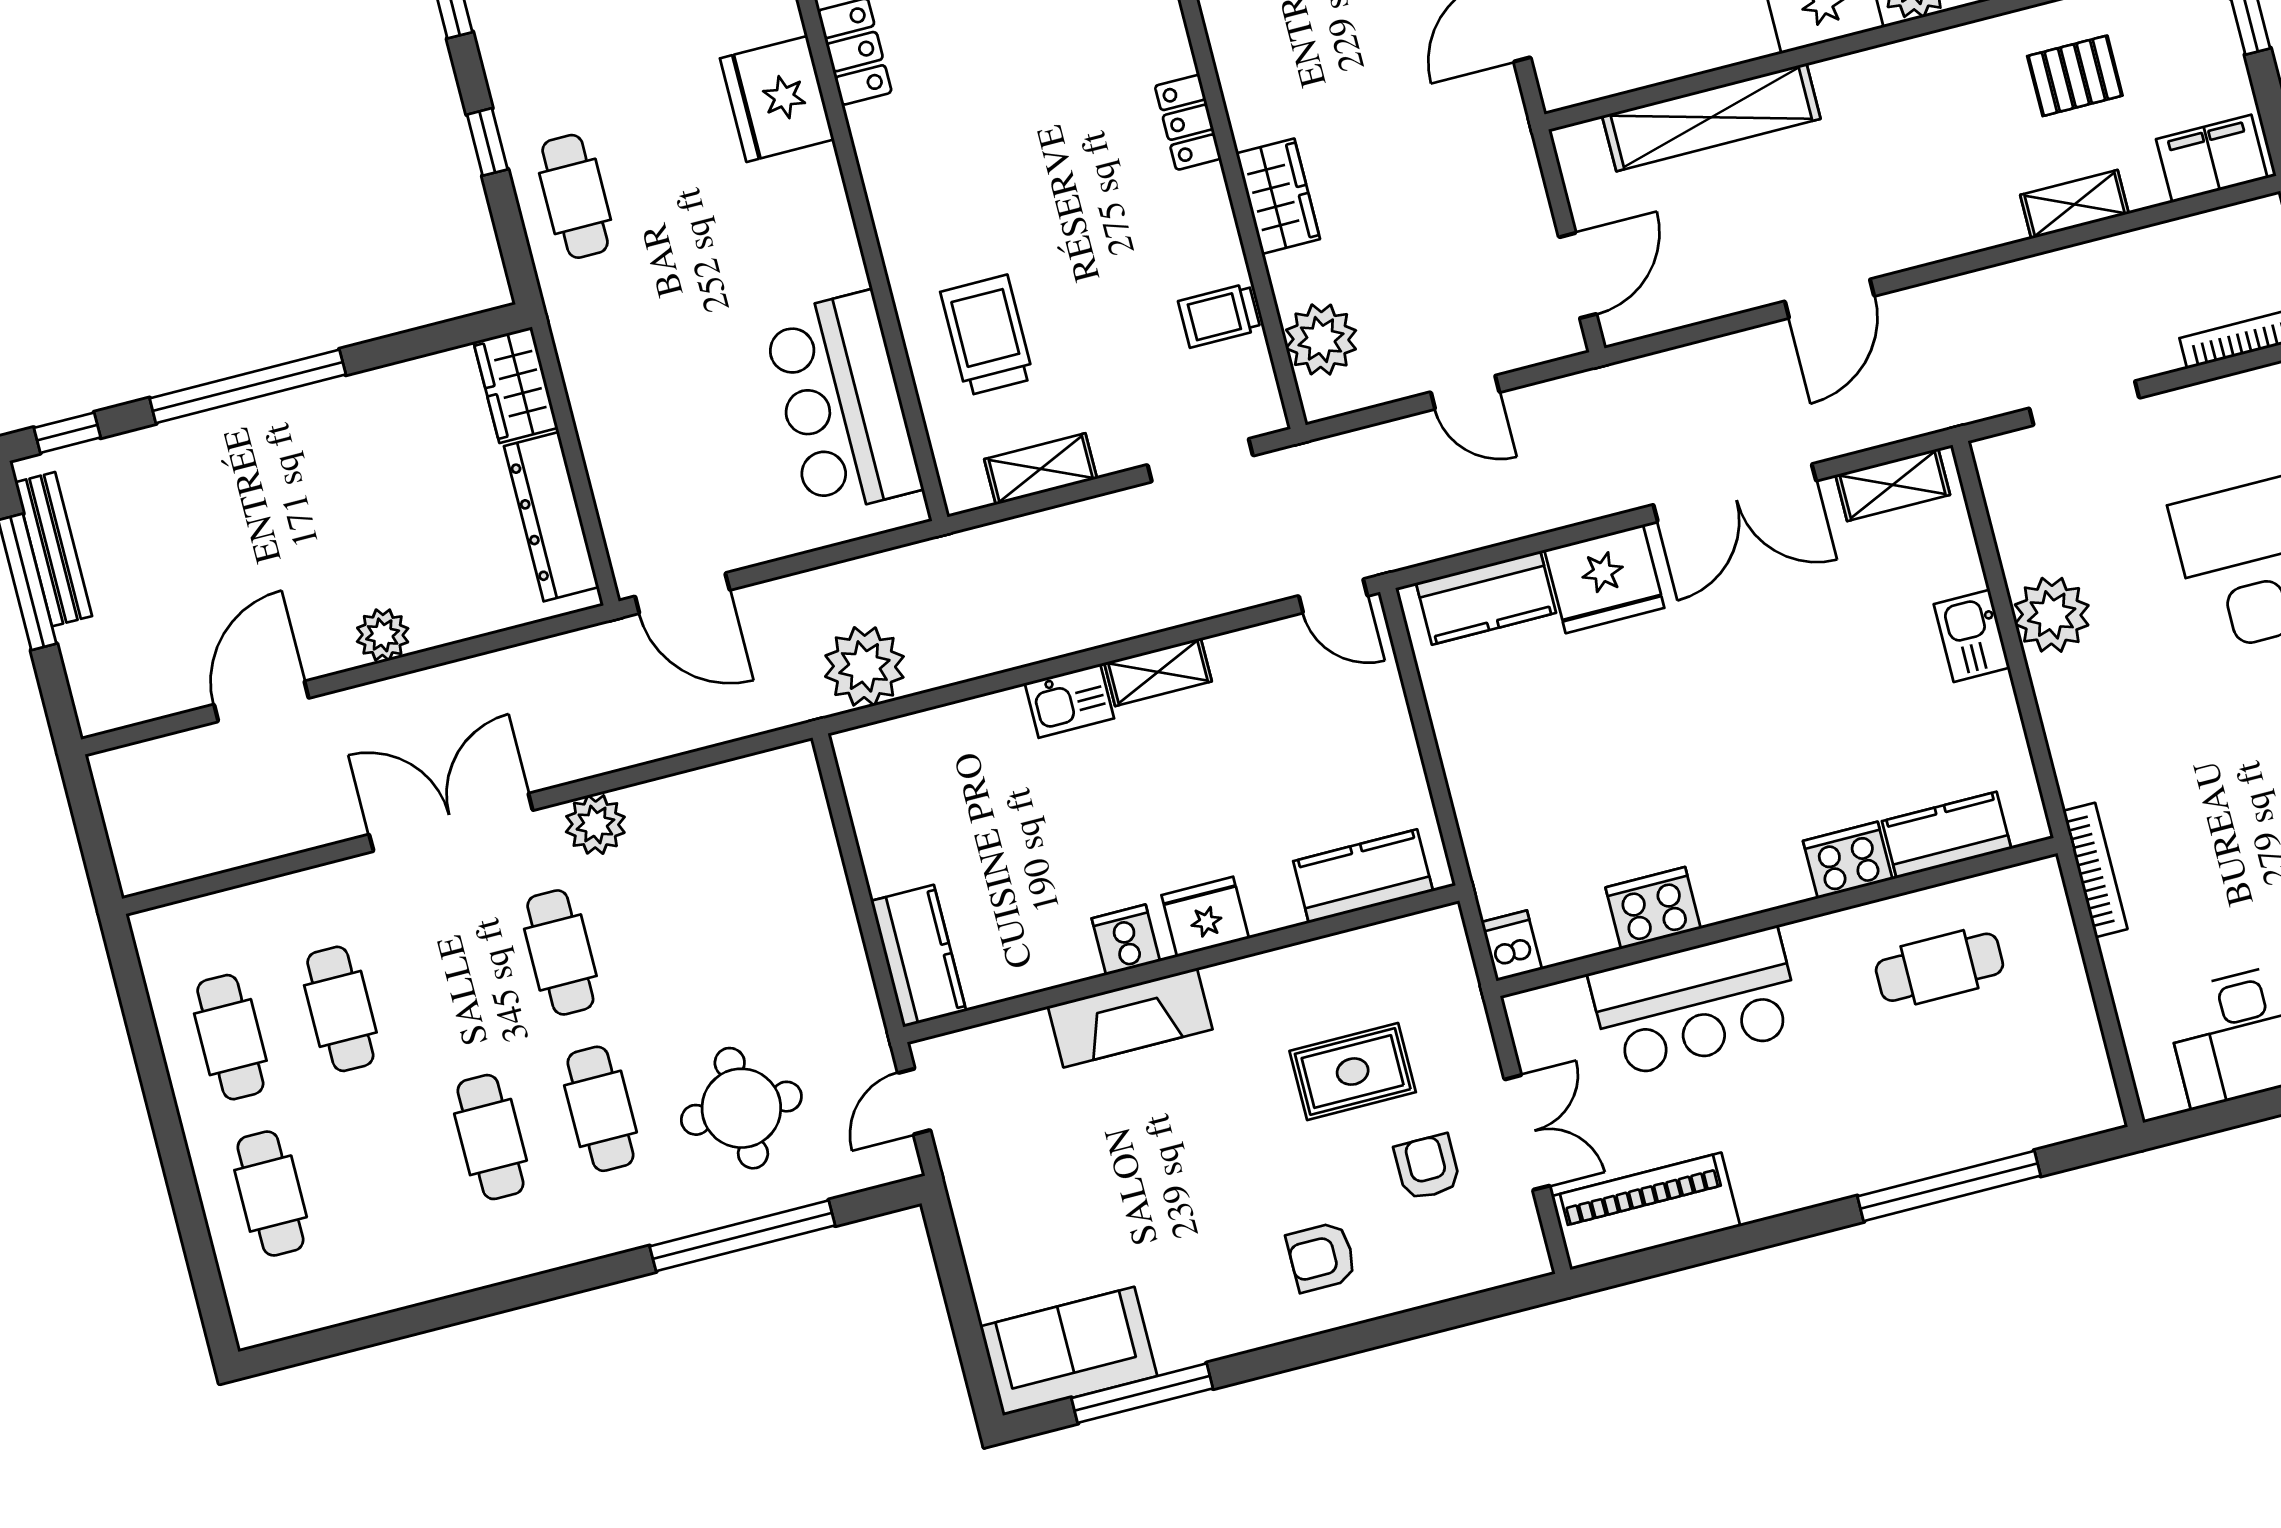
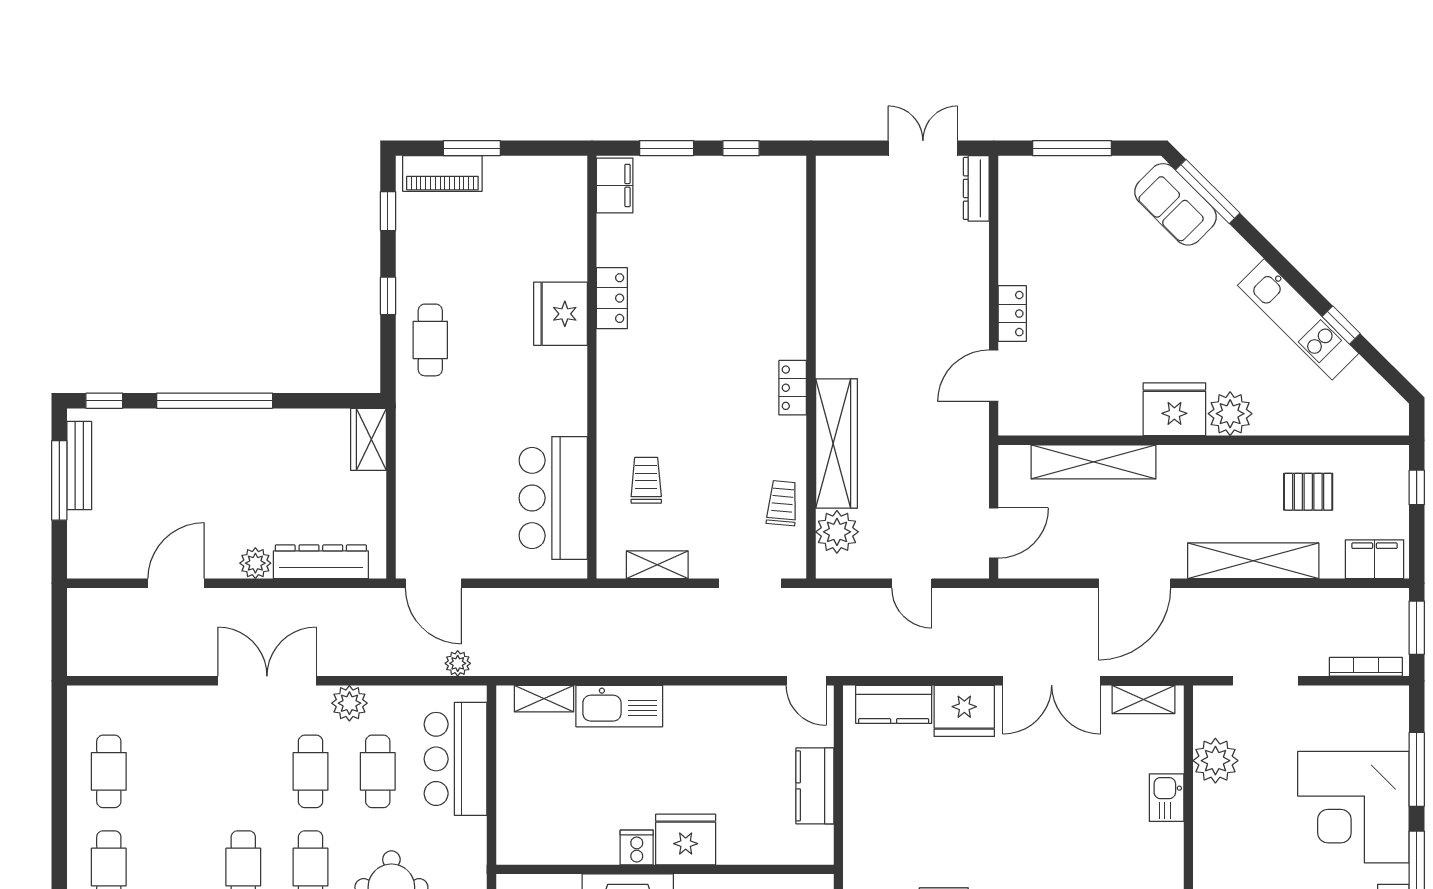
wardrobe: (1278, 196) -> (837, 443), width x2.10, depth x1.17
shelving: (2075, 204) -> (1253, 561), width x2.20, depth x1.33
door: (1830, 299) -> (1135, 583), width x1.36
trolley: (1219, 315) -> (782, 503), turned 95
trolley: (987, 335) -> (646, 480), width x0.73, depth x0.72
dresser: (551, 517) -> (321, 562), moved, turned 90
plant: (2052, 615) -> (1215, 761), moved
plant: (864, 666) -> (458, 663), moved, width x0.53, depth x0.53
shelving: (1158, 672) -> (544, 699), moved
kitchen sink: (1069, 701) -> (619, 706), width x1.87, depth x1.24
bar counter: (792, 871) -> (456, 759), added
kitchen counter: (1363, 876) -> (815, 786), moved, turned -90
fridge: (1205, 917) -> (686, 839), width x1.36, depth x1.34
kitchen counter: (918, 956) -> (515, 826), removed
cafe table: (340, 1009) -> (378, 771), moved

